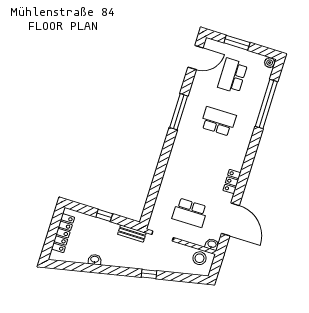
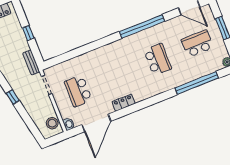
window: (179, 112) -> (142, 26), width x1.46

